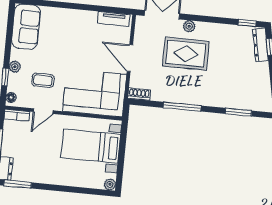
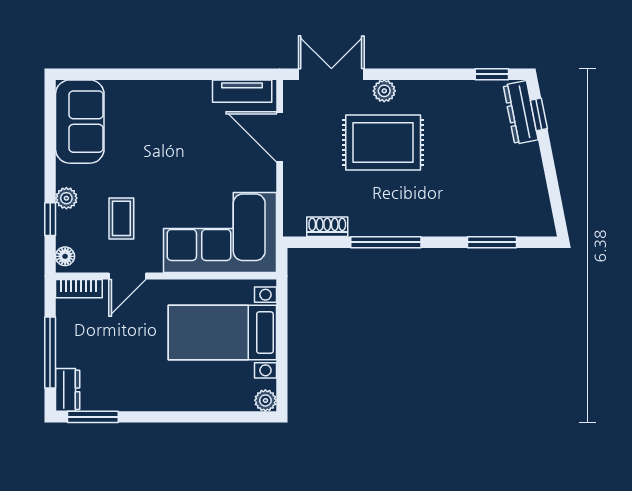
door: (130, 58) -> (280, 137), moved
coffee table: (43, 80) -> (121, 218), turned 90
shoe rack: (139, 94) -> (327, 227), moved

